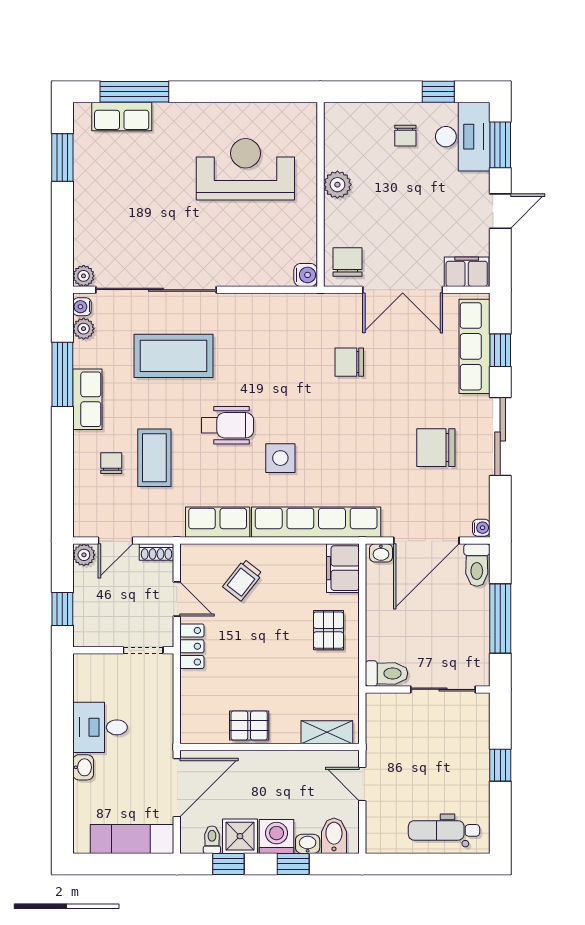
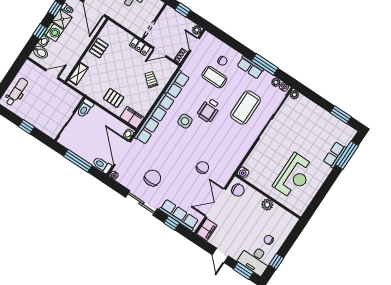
row of seats: (122, 116) -> (335, 155), moved

